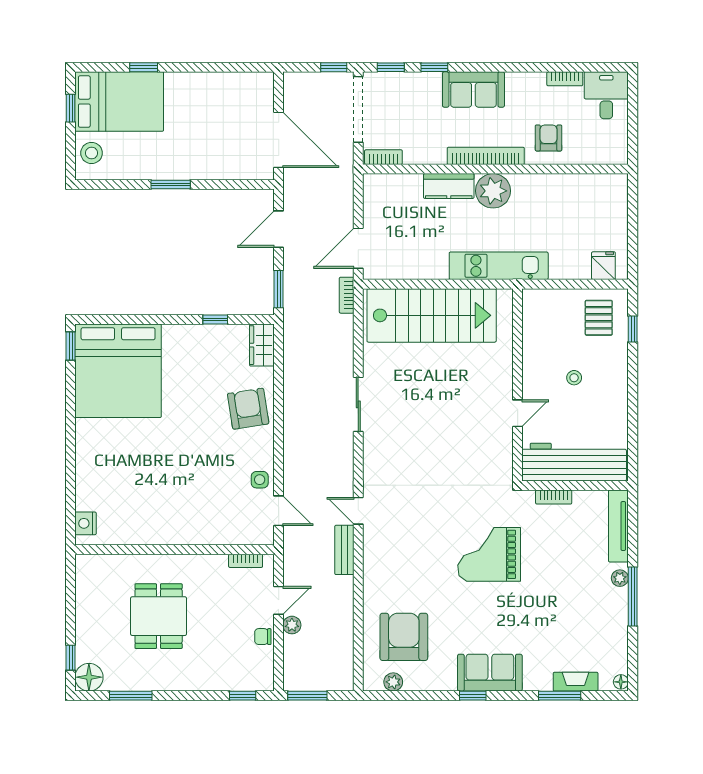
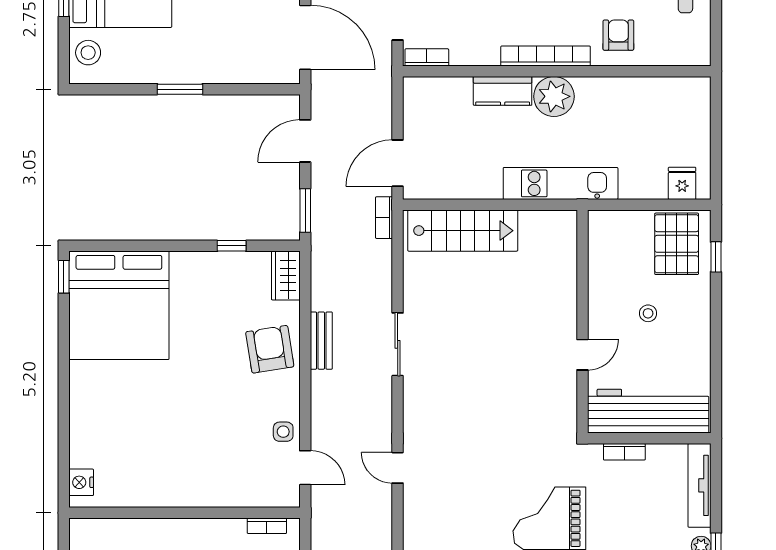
stairs: (432, 315) -> (463, 231), width x0.73, depth x0.66
pallet: (599, 318) -> (677, 244), width x1.50, depth x1.42
bench: (344, 550) -> (321, 341), moved

